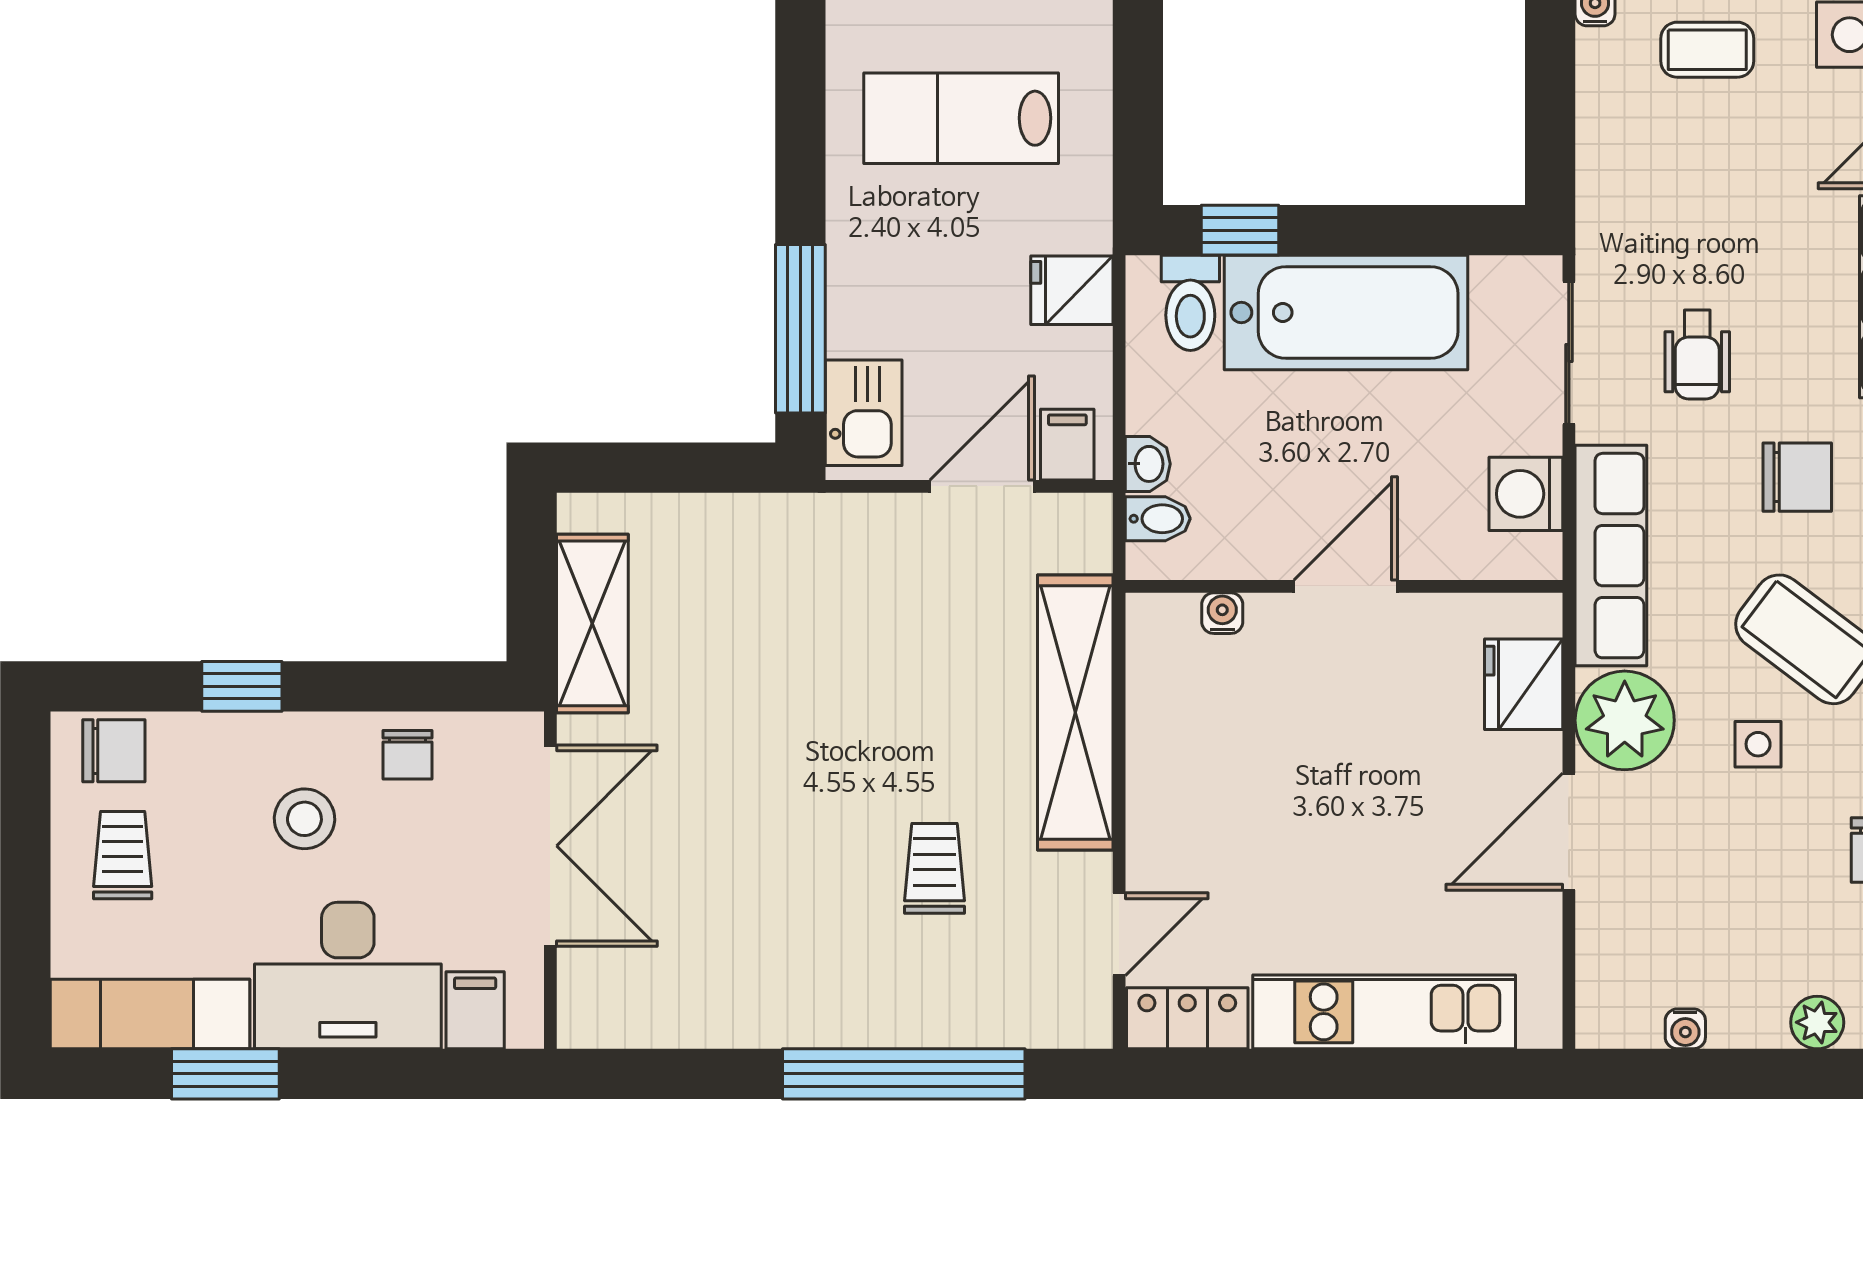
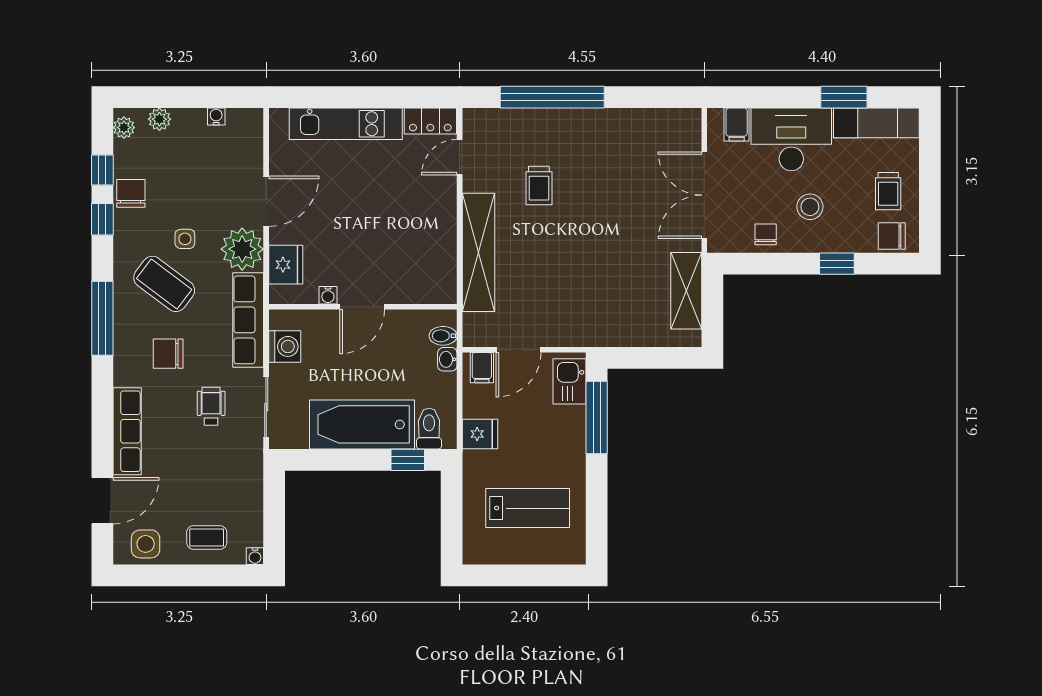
water cooler: (1222, 613) -> (328, 295), moved

